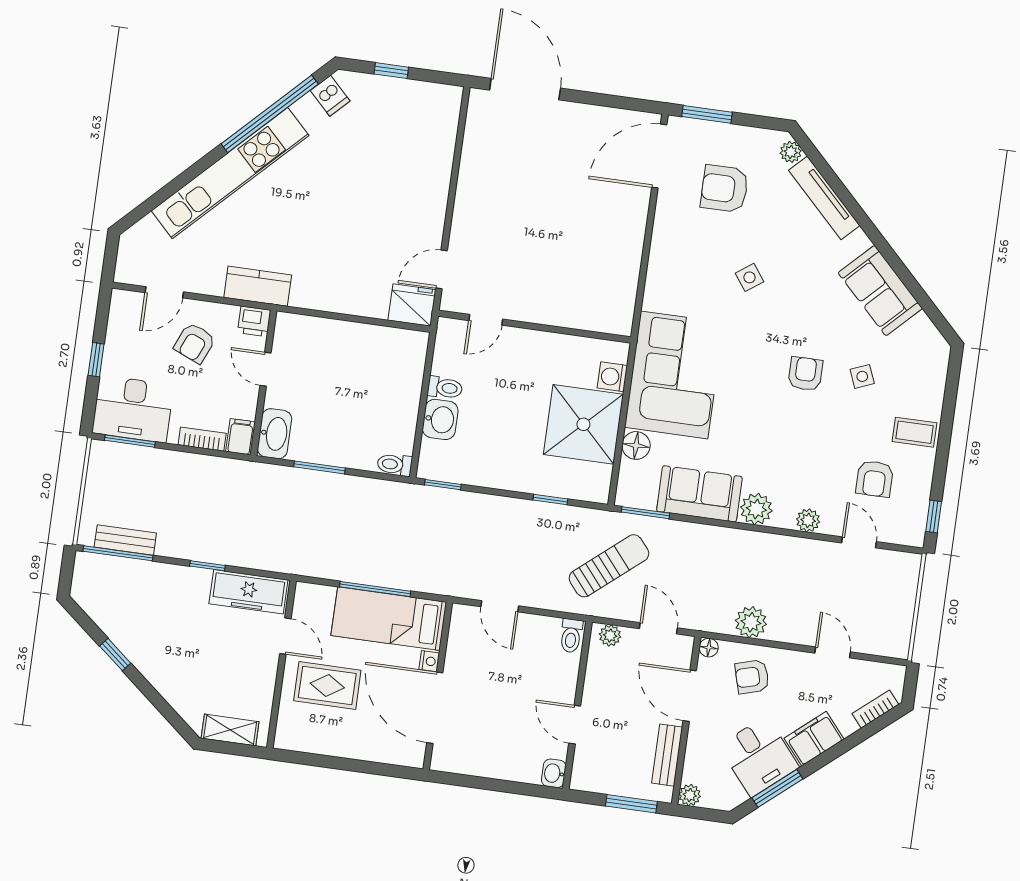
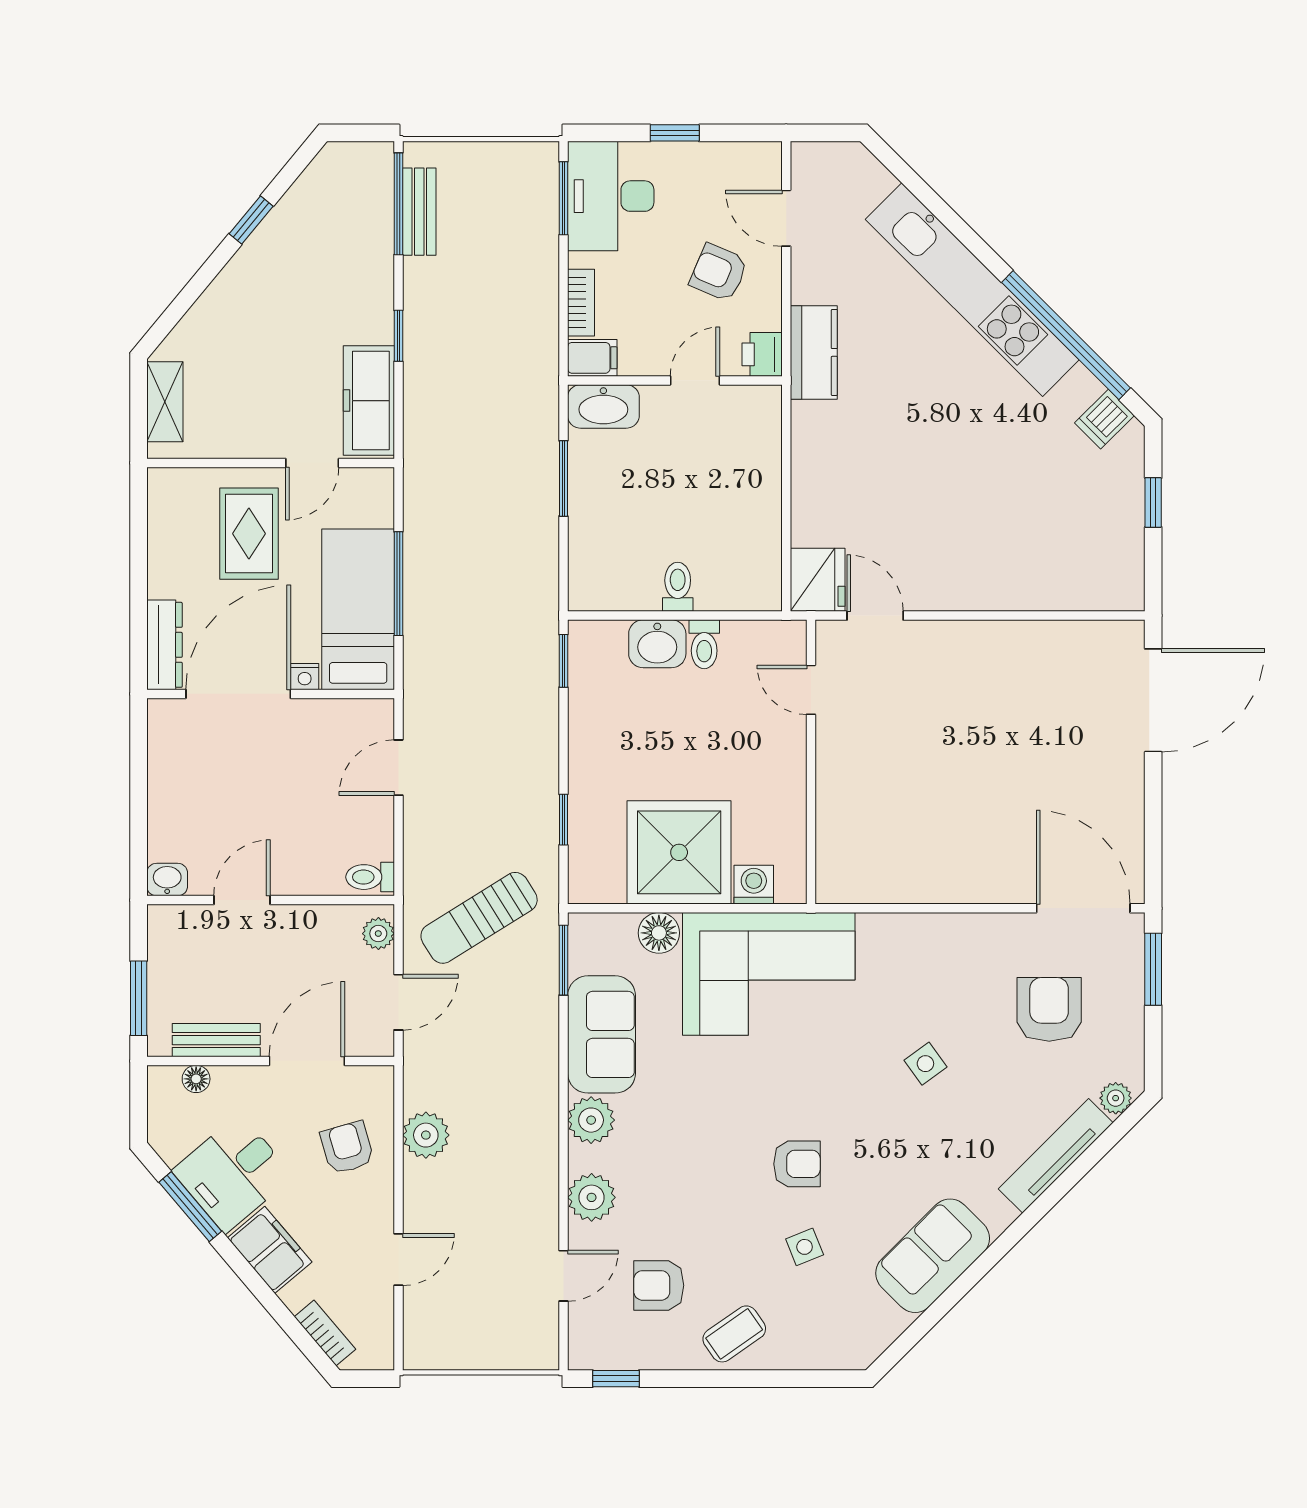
coffee table: (915, 432) -> (734, 1334), turned 55
toilet: (395, 465) -> (678, 587), moved
plant: (808, 520) -> (592, 1197), width x1.38, depth x1.38
sun lounger: (609, 566) -> (479, 918), turned 98
floor lamp: (709, 648) -> (196, 1079), moved
dresser: (395, 753) -> (164, 645), added
plant: (690, 795) -> (163, 1081), removed

